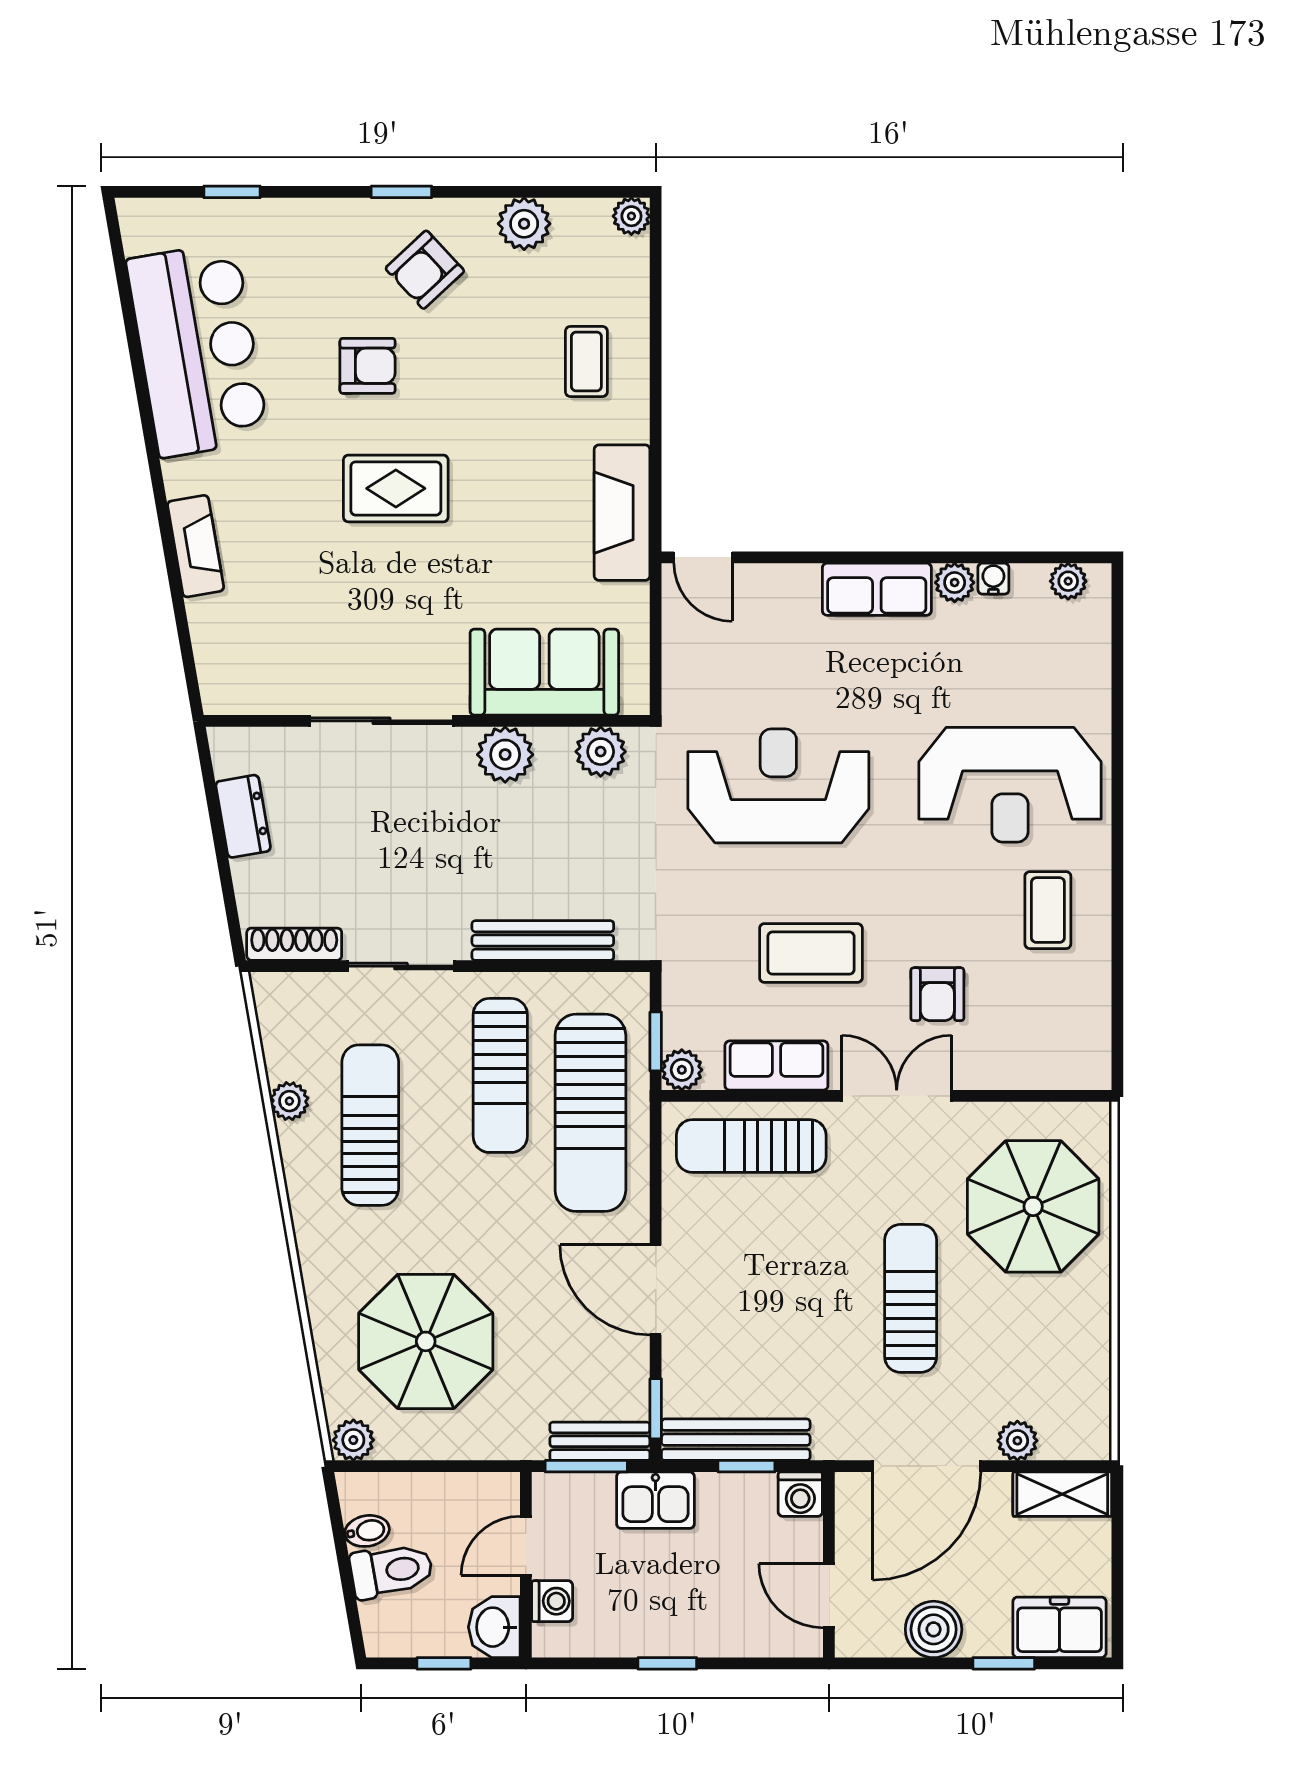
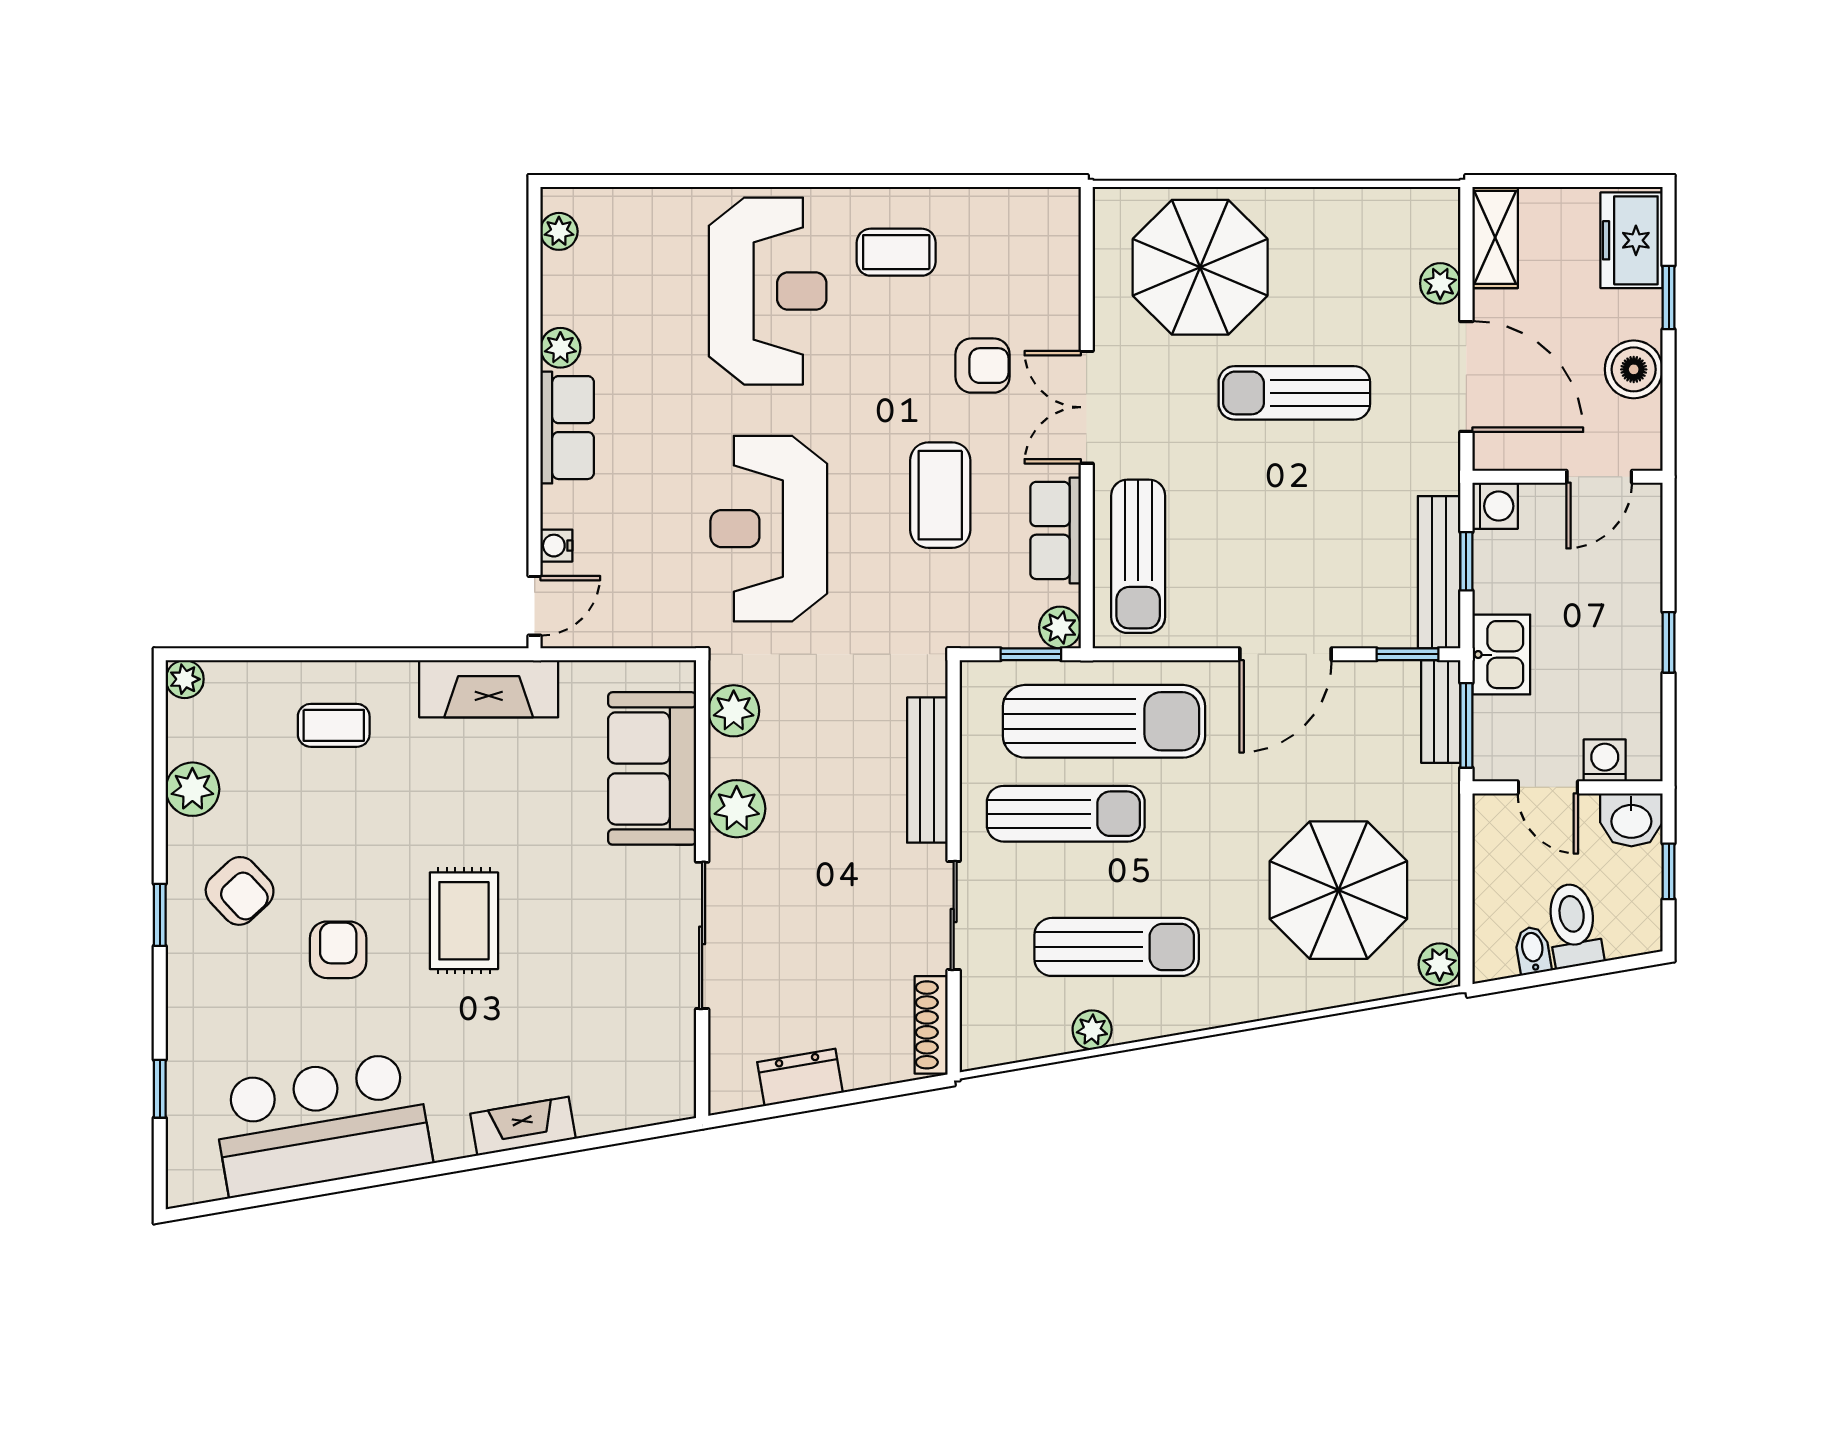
water cooler: (993, 579) -> (556, 546), moved
sun lounger: (370, 1125) -> (1117, 947), turned 180

